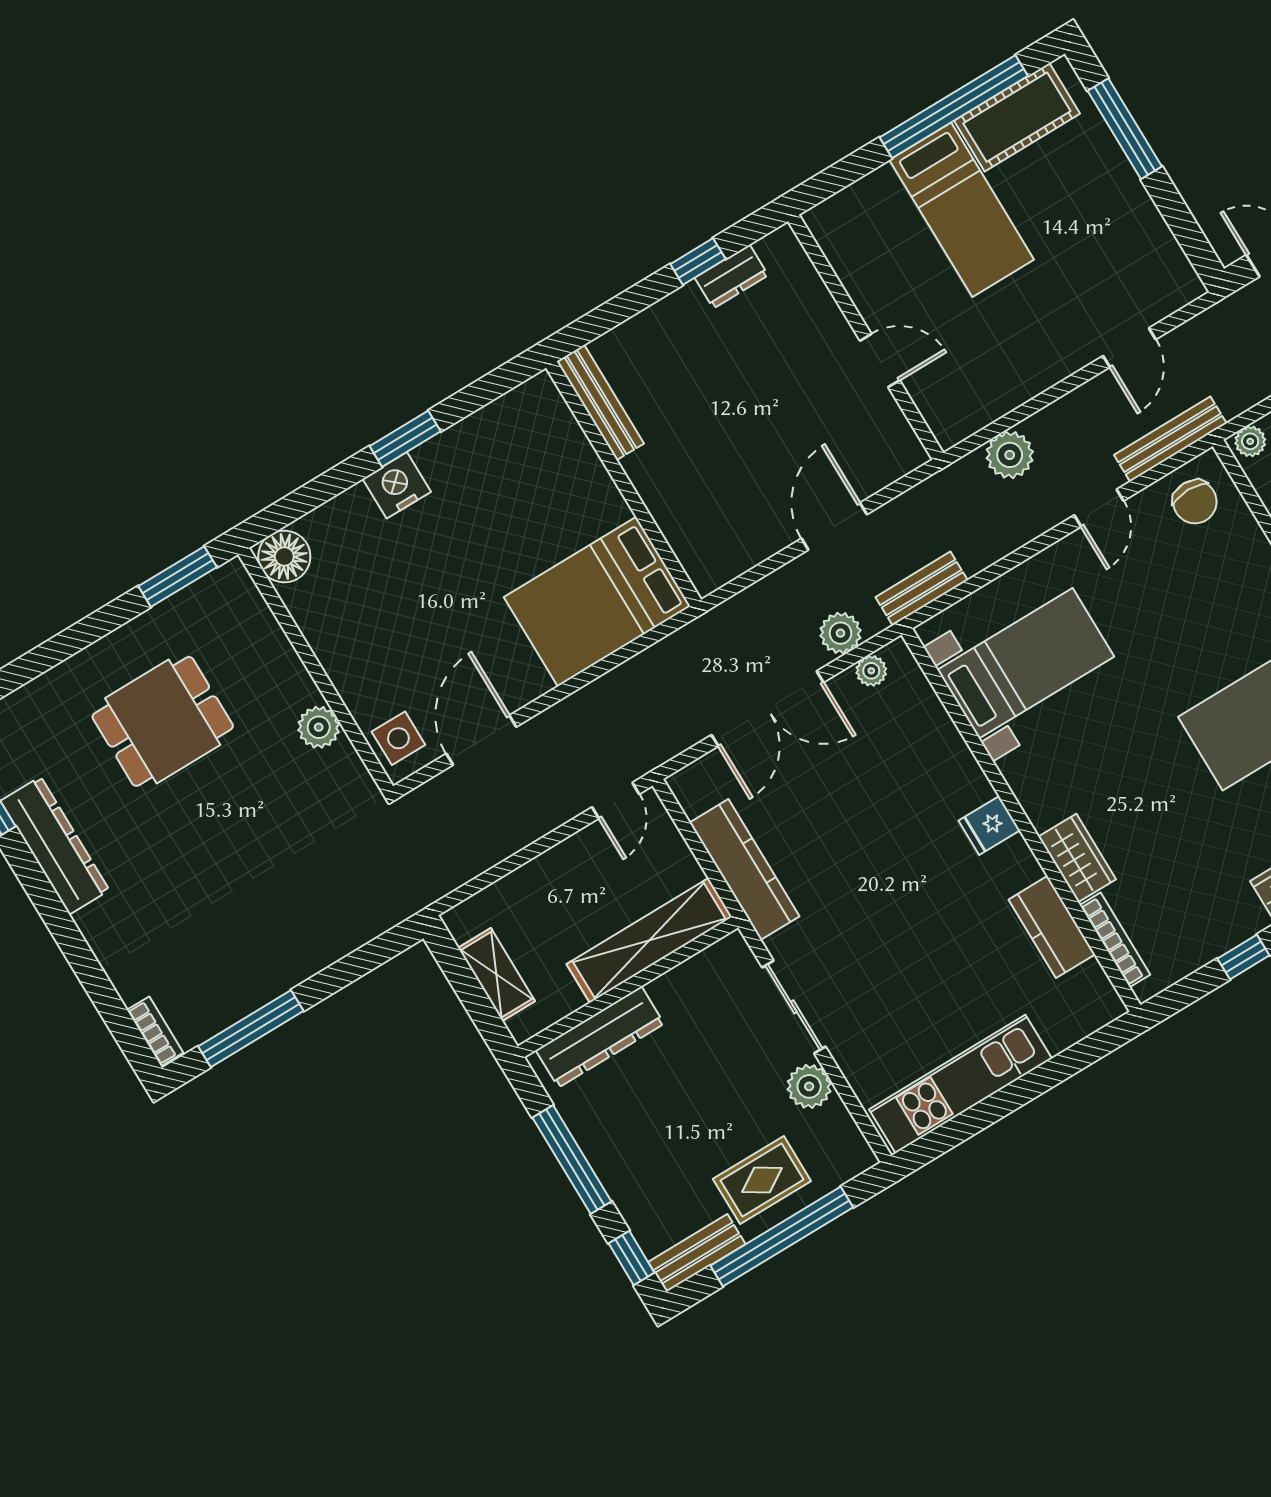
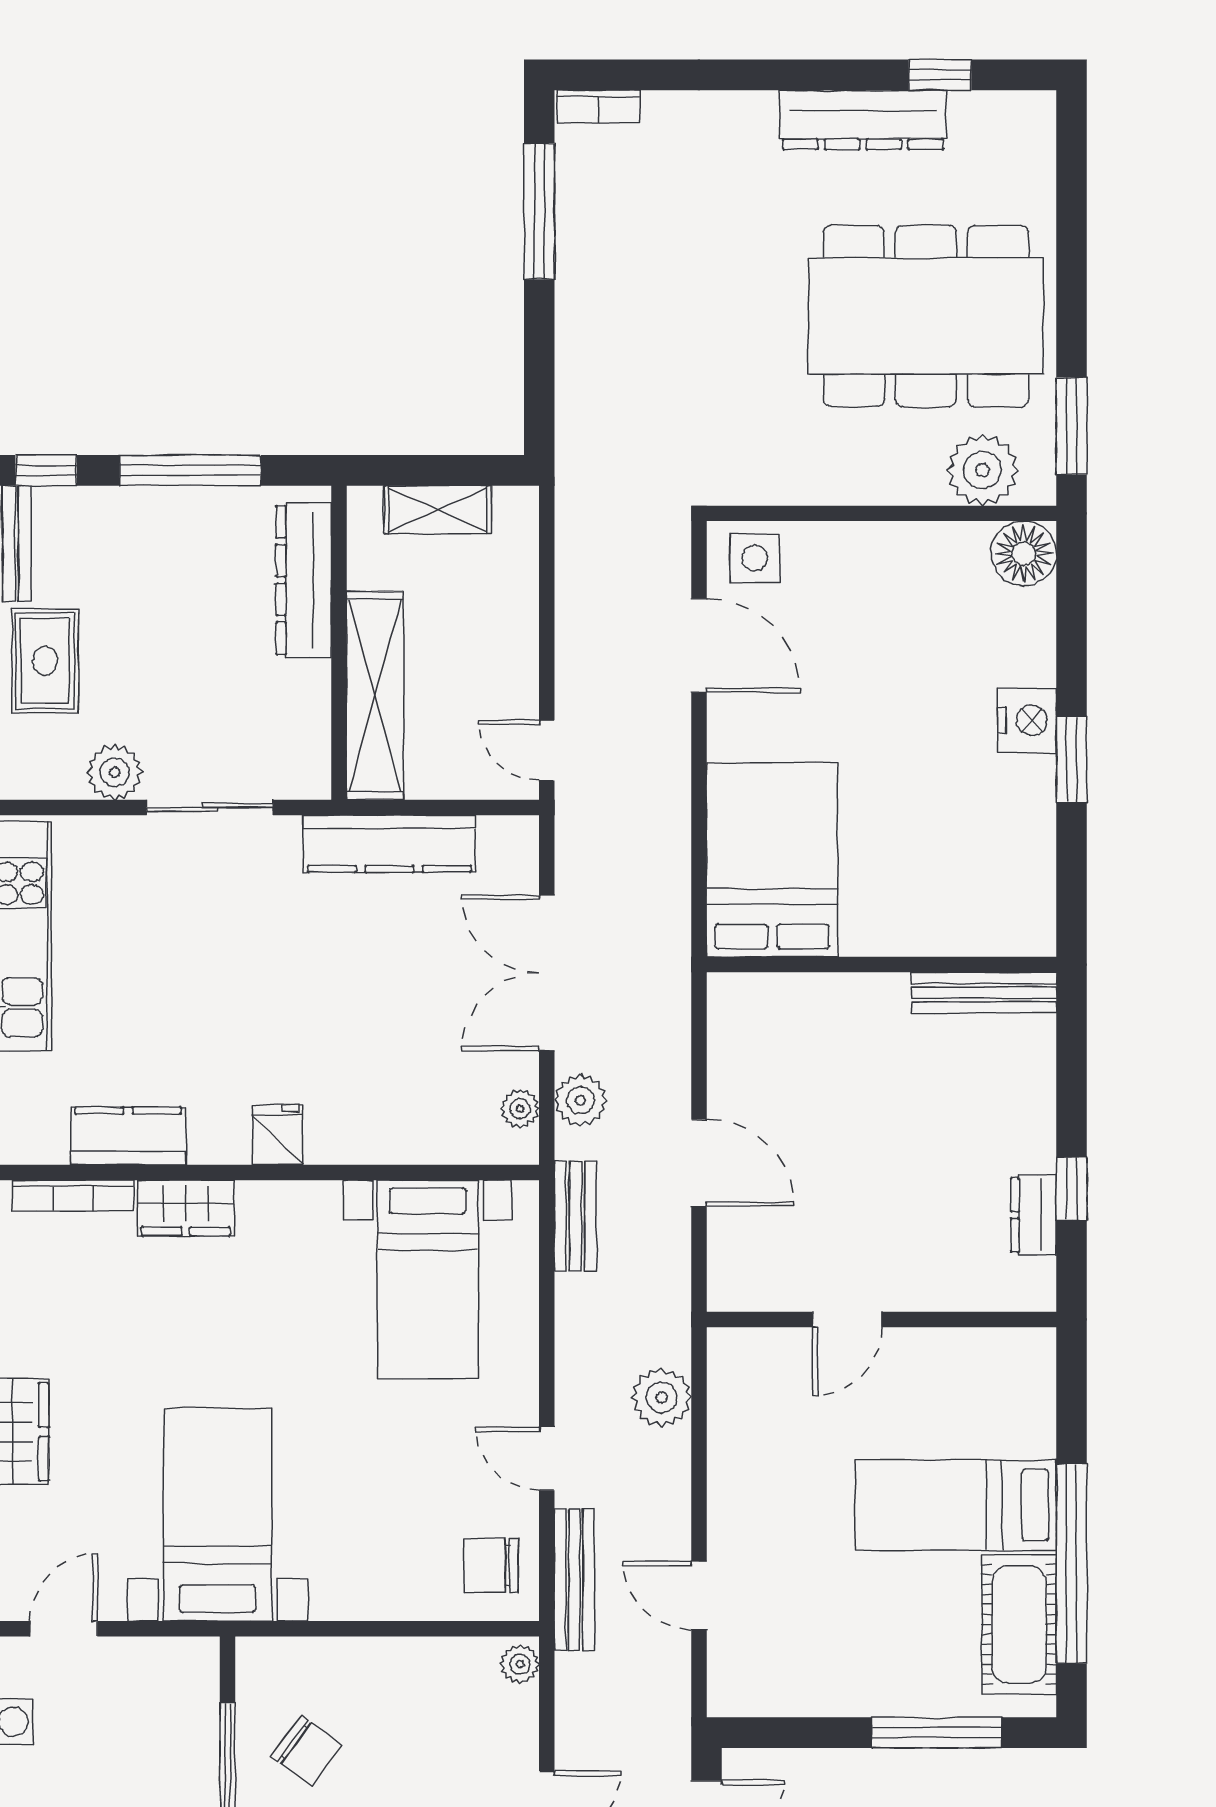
dining table: (163, 721) -> (926, 316), width x1.88, depth x1.24
plant: (319, 727) -> (983, 470), moved, width x1.36, depth x1.36

